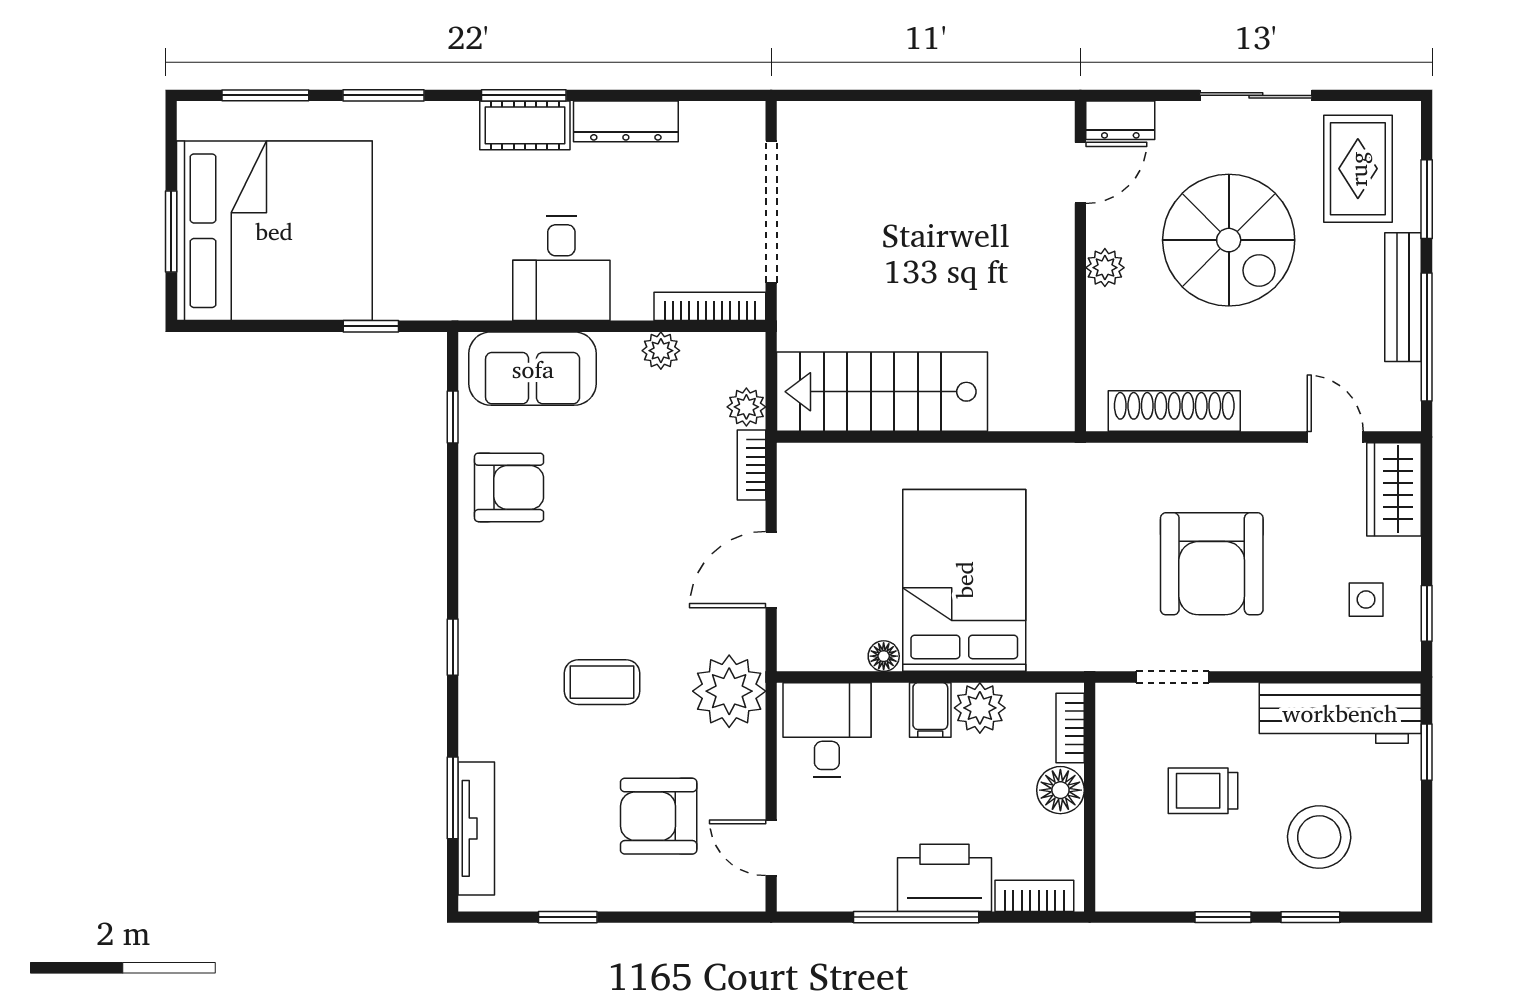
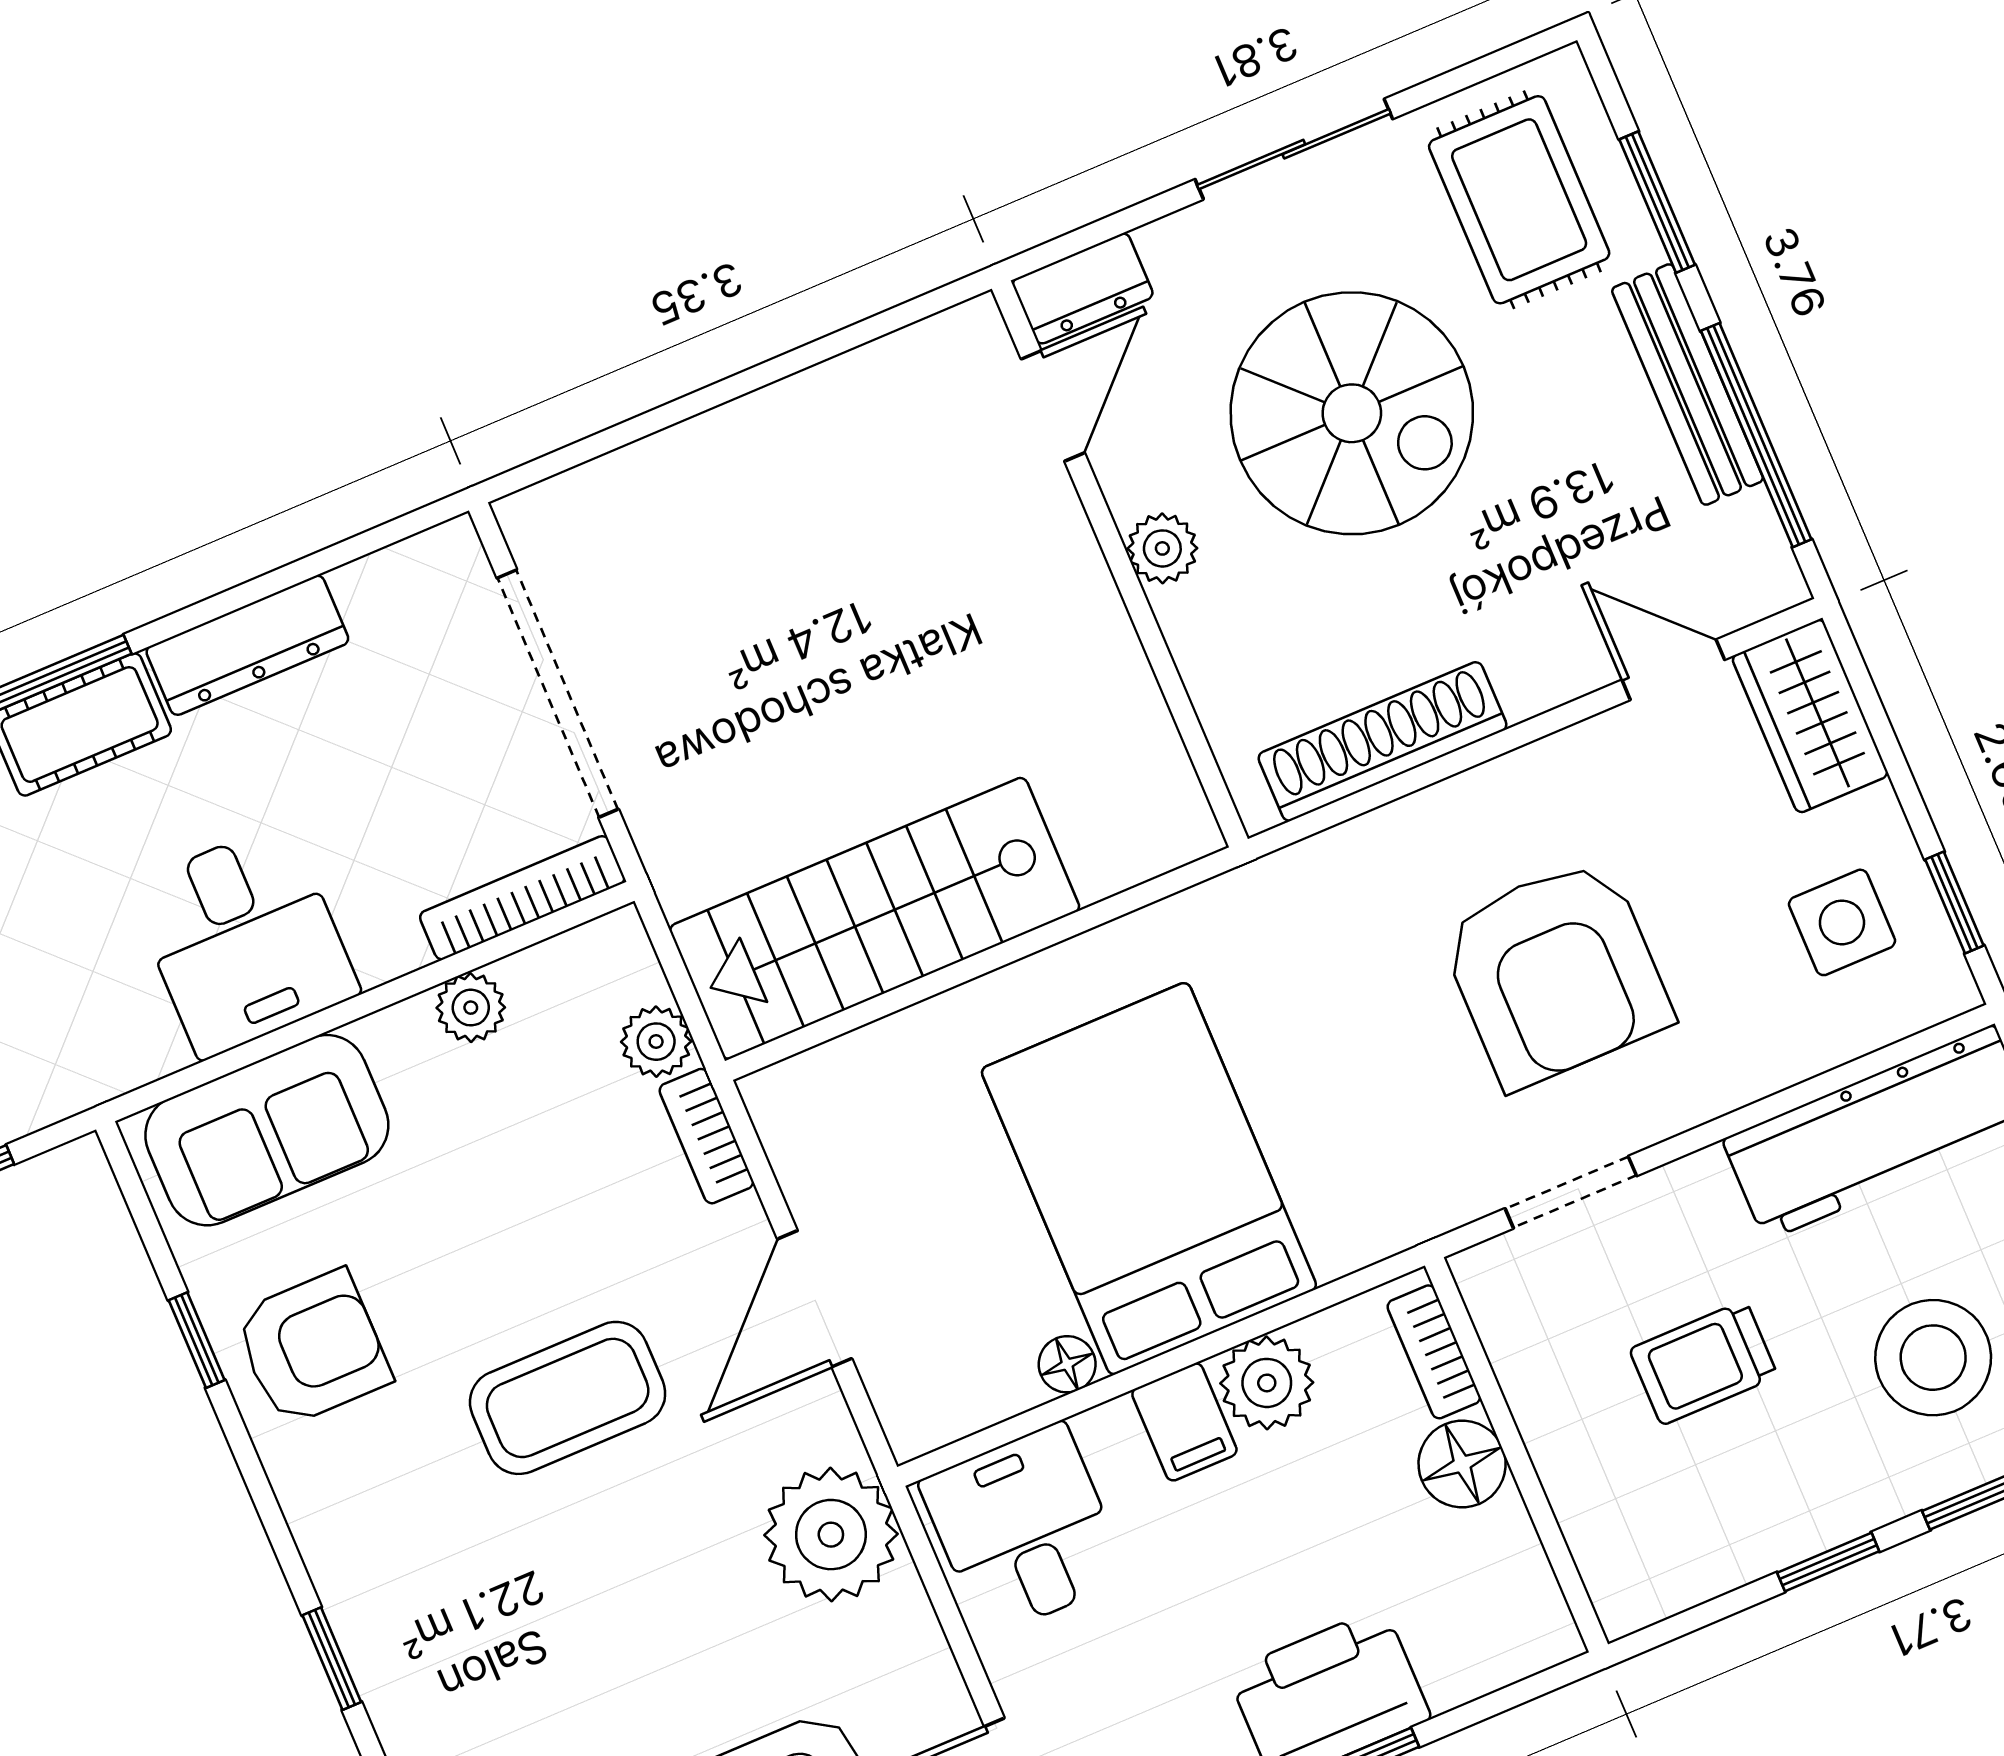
window: (453, 417) -> (197, 1340), moved
side table: (1366, 600) -> (1842, 922), width x1.37, depth x1.37
coffee table: (602, 682) -> (568, 1398), moved, width x1.36, depth x1.30
bookcase: (1034, 896) -> (1494, 1662), removed

